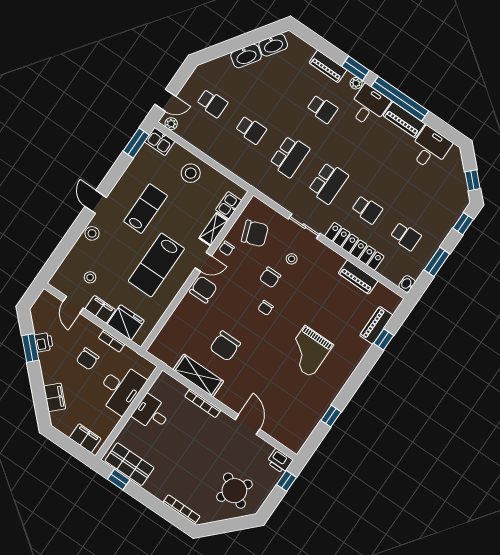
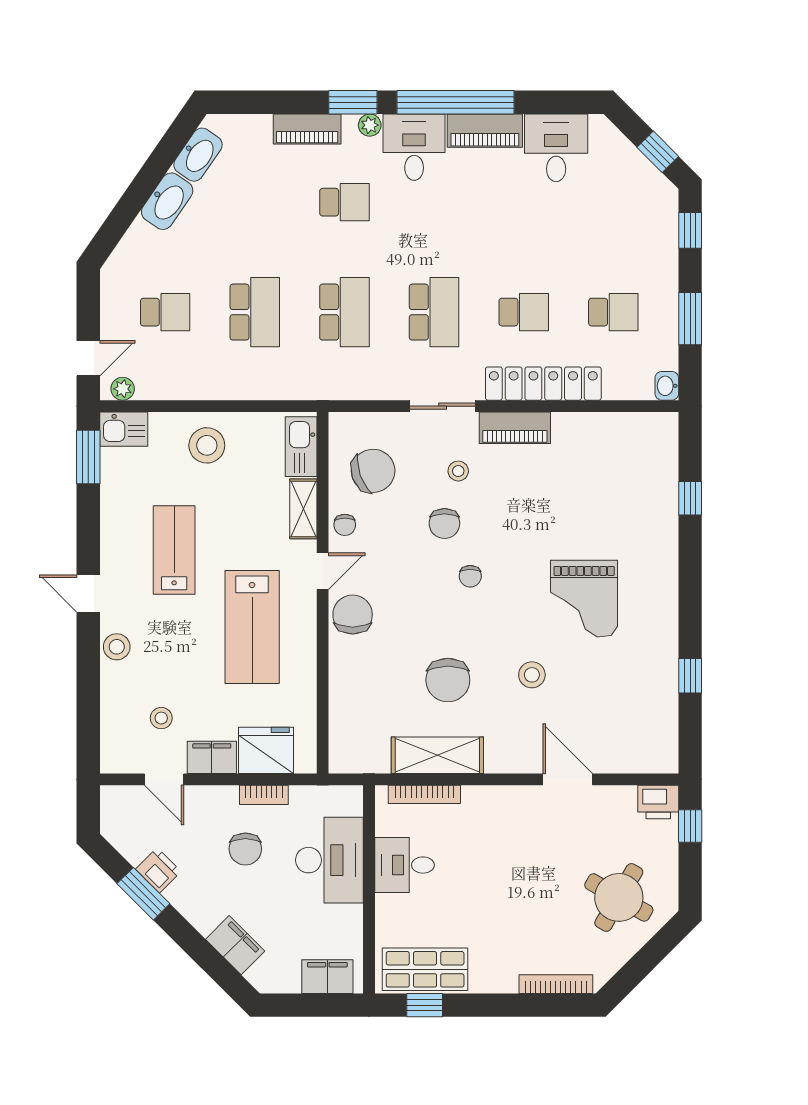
school desk: (251, 130) -> (255, 312), width x1.85
kitchen sink: (229, 205) -> (301, 447), width x1.38
piano: (358, 277) -> (515, 428), moved
piano: (376, 325) -> (663, 484), removed
stool: (263, 369) -> (532, 675), added
bookcase: (203, 403) -> (424, 794), moved

